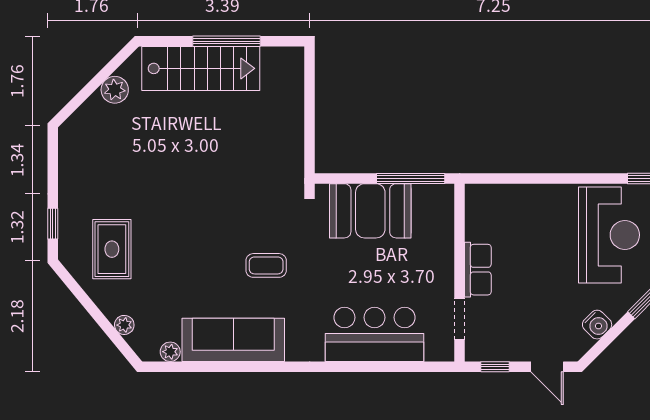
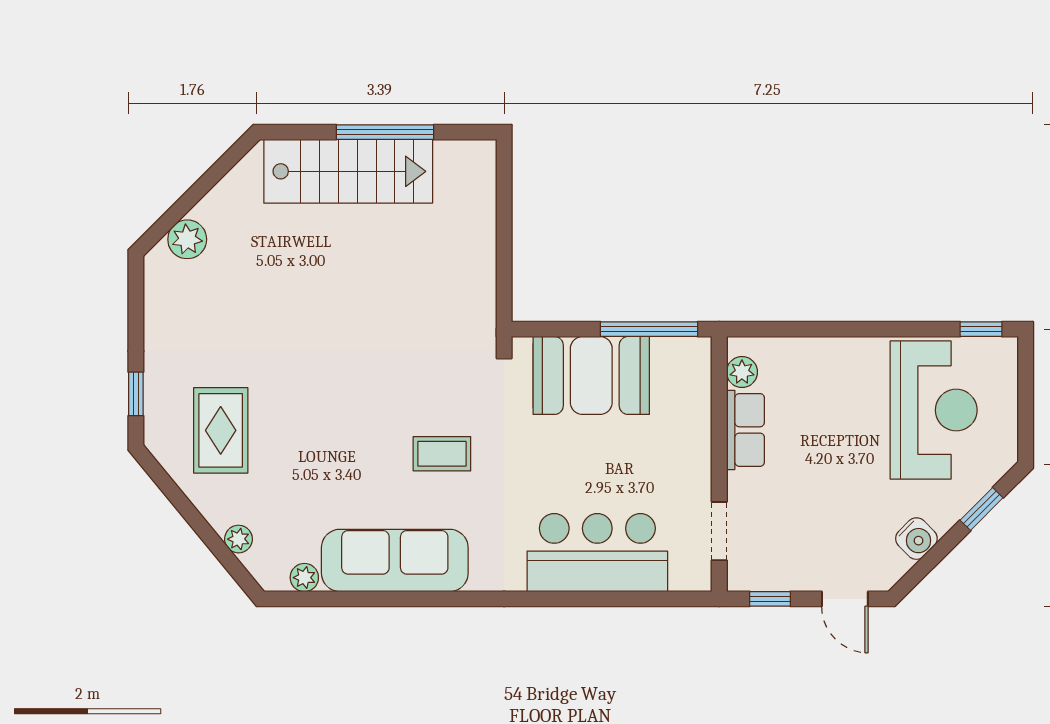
plant: (115, 90) -> (187, 239), moved
plant: (475, 208) -> (742, 372), added
row of seats: (478, 270) -> (745, 430), moved

